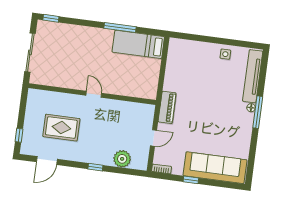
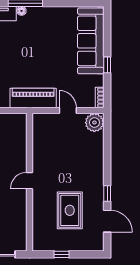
piano: (167, 107) -> (33, 98), width x1.37, depth x1.33
window: (19, 135) -> (62, 254), moved
plant: (122, 159) -> (94, 123), moved
window: (95, 167) -> (107, 193), moved

